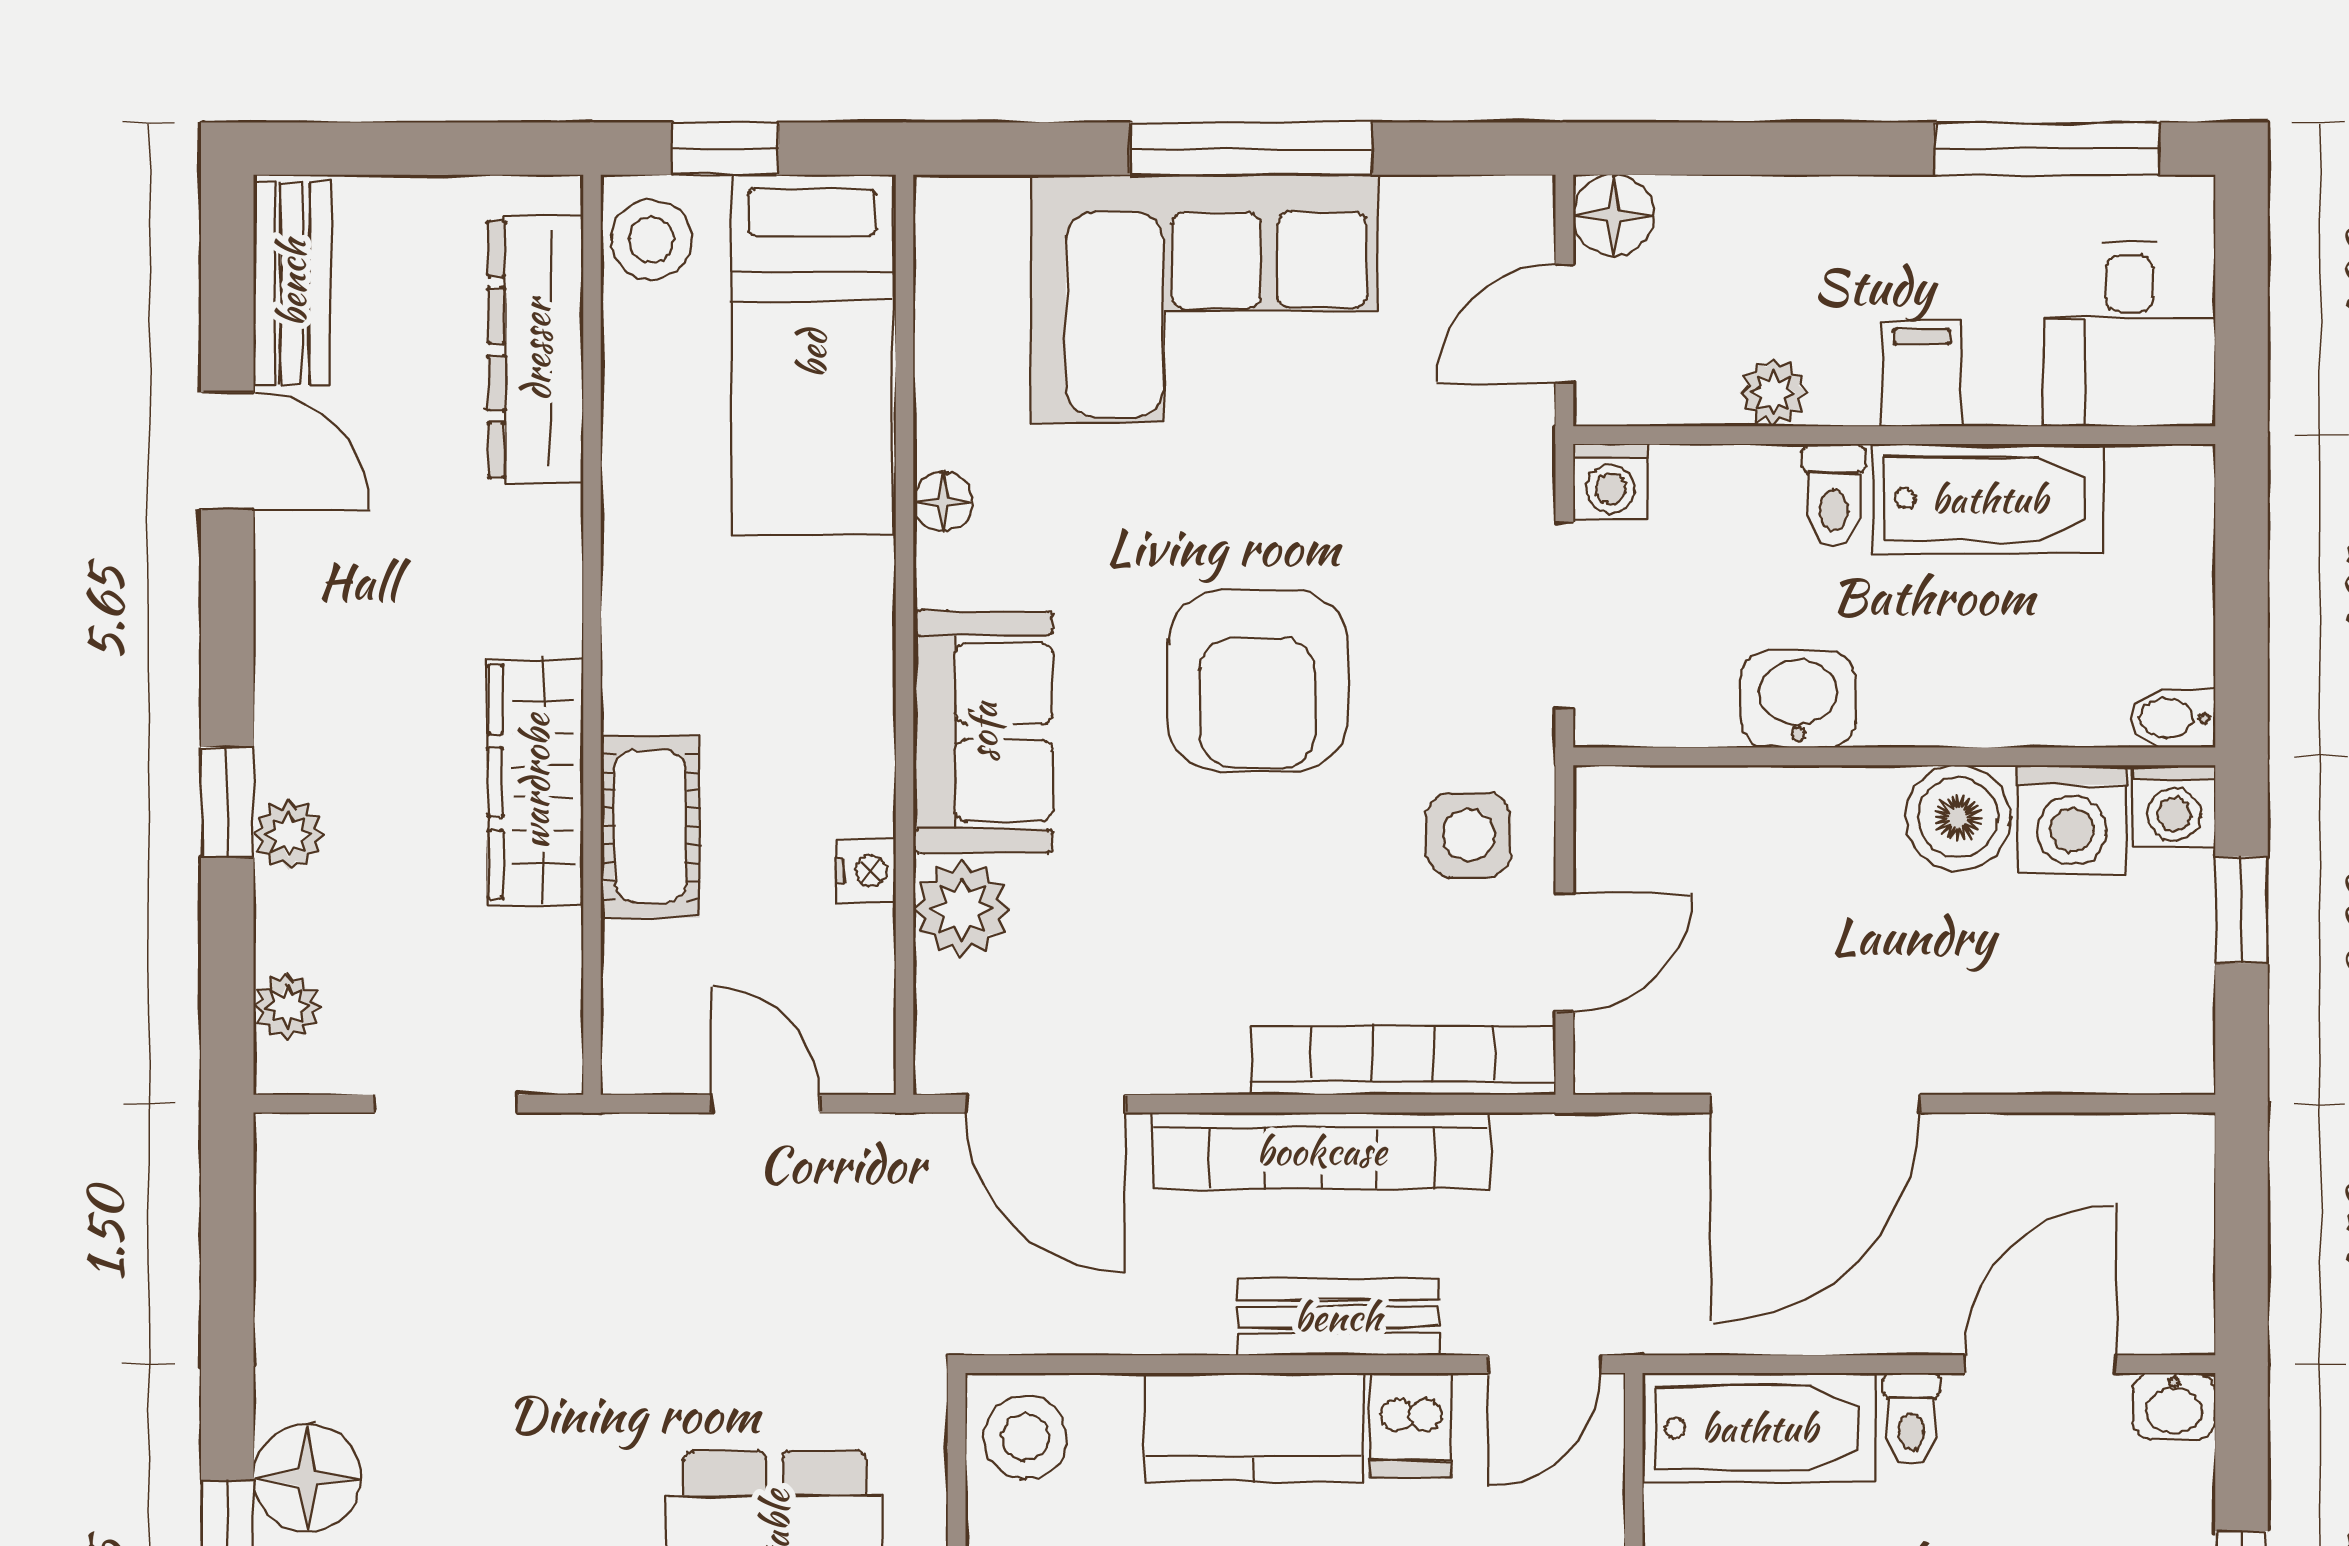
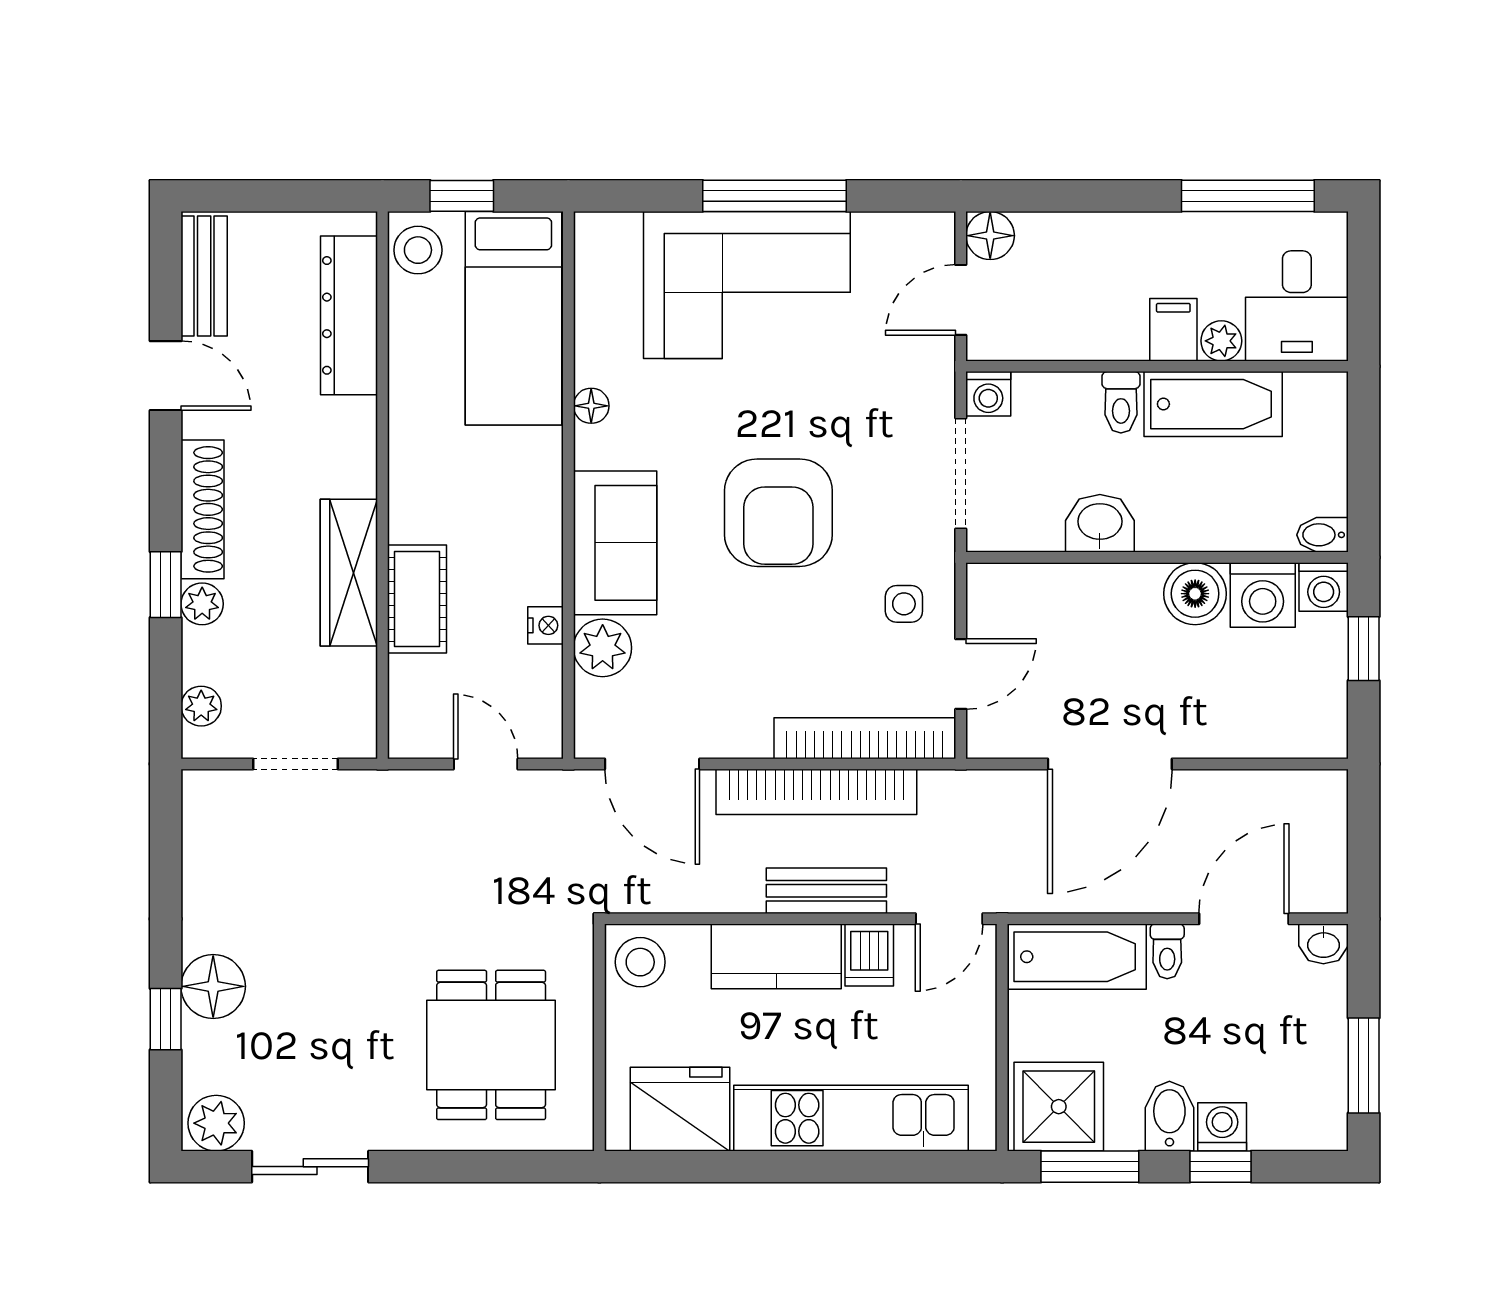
plant: (1773, 392) -> (1221, 341), moved
shoe rack: (289, 676) -> (203, 509), added
side table: (1469, 835) -> (904, 604), width x0.73, depth x0.73

